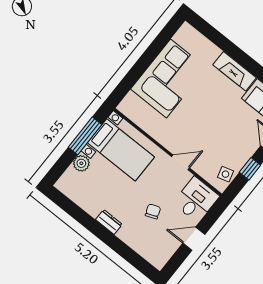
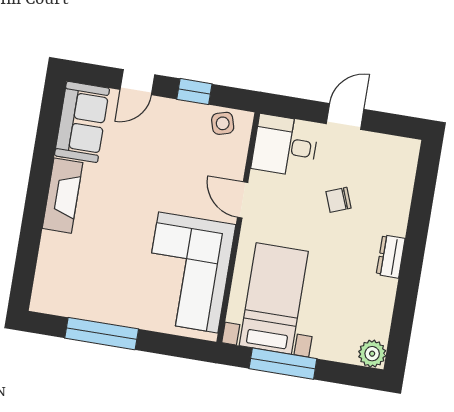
window: (153, 52) -> (102, 334), added
corner sofa: (168, 78) -> (188, 272), moved, turned -90
plant: (81, 163) -> (372, 354), moved
door: (194, 239) -> (345, 116), swing flipped

